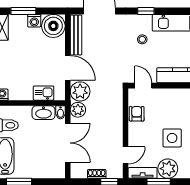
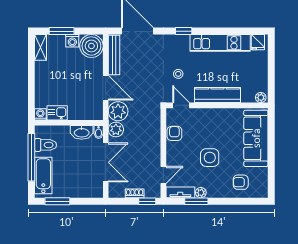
stool: (142, 39) -> (178, 74), moved
kitchen sink: (44, 93) -> (57, 113), moved
plant: (168, 169) -> (201, 193), width x0.53, depth x0.53

